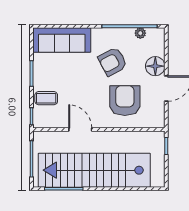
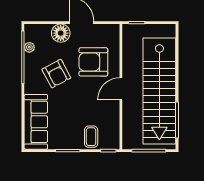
door: (80, 129) -> (121, 89), moved

